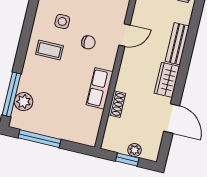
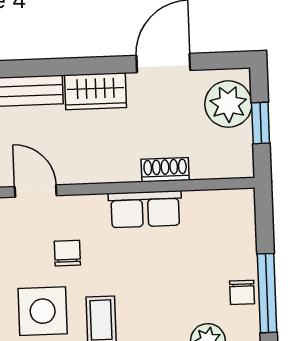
side table: (62, 21) -> (43, 311), width x1.87, depth x1.87
chair: (43, 126) -> (242, 292), added
plant: (134, 150) -> (228, 104), width x1.88, depth x1.88

